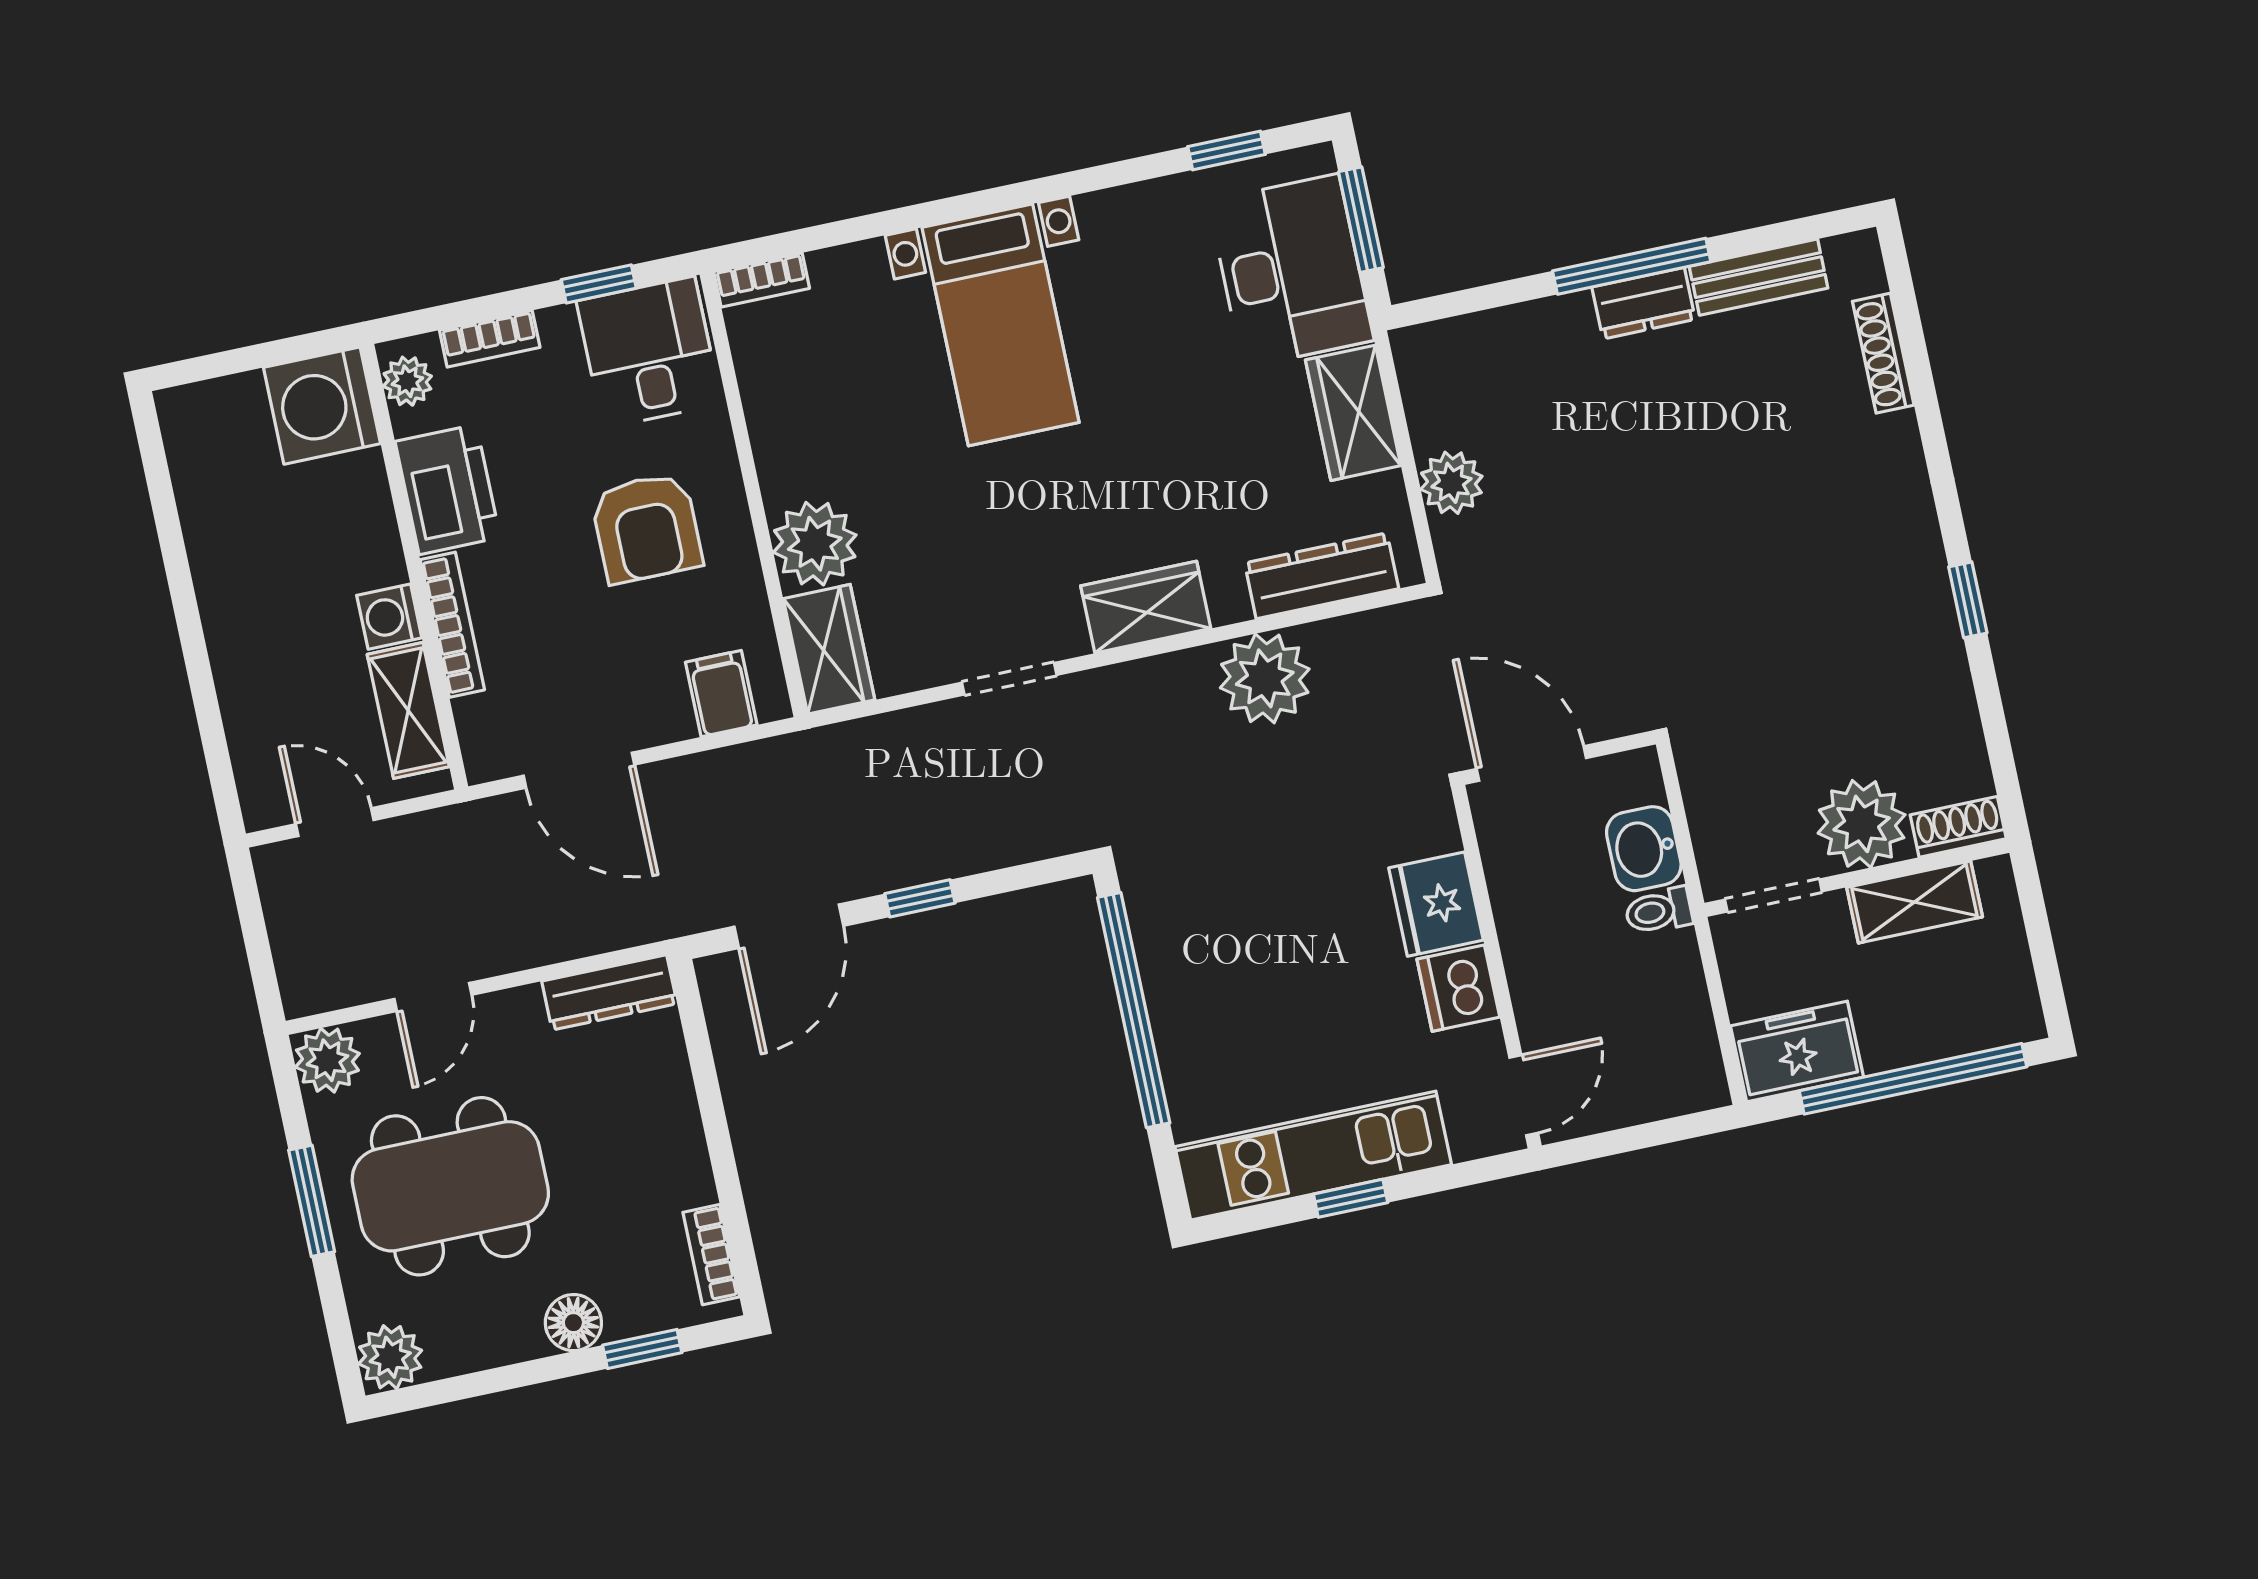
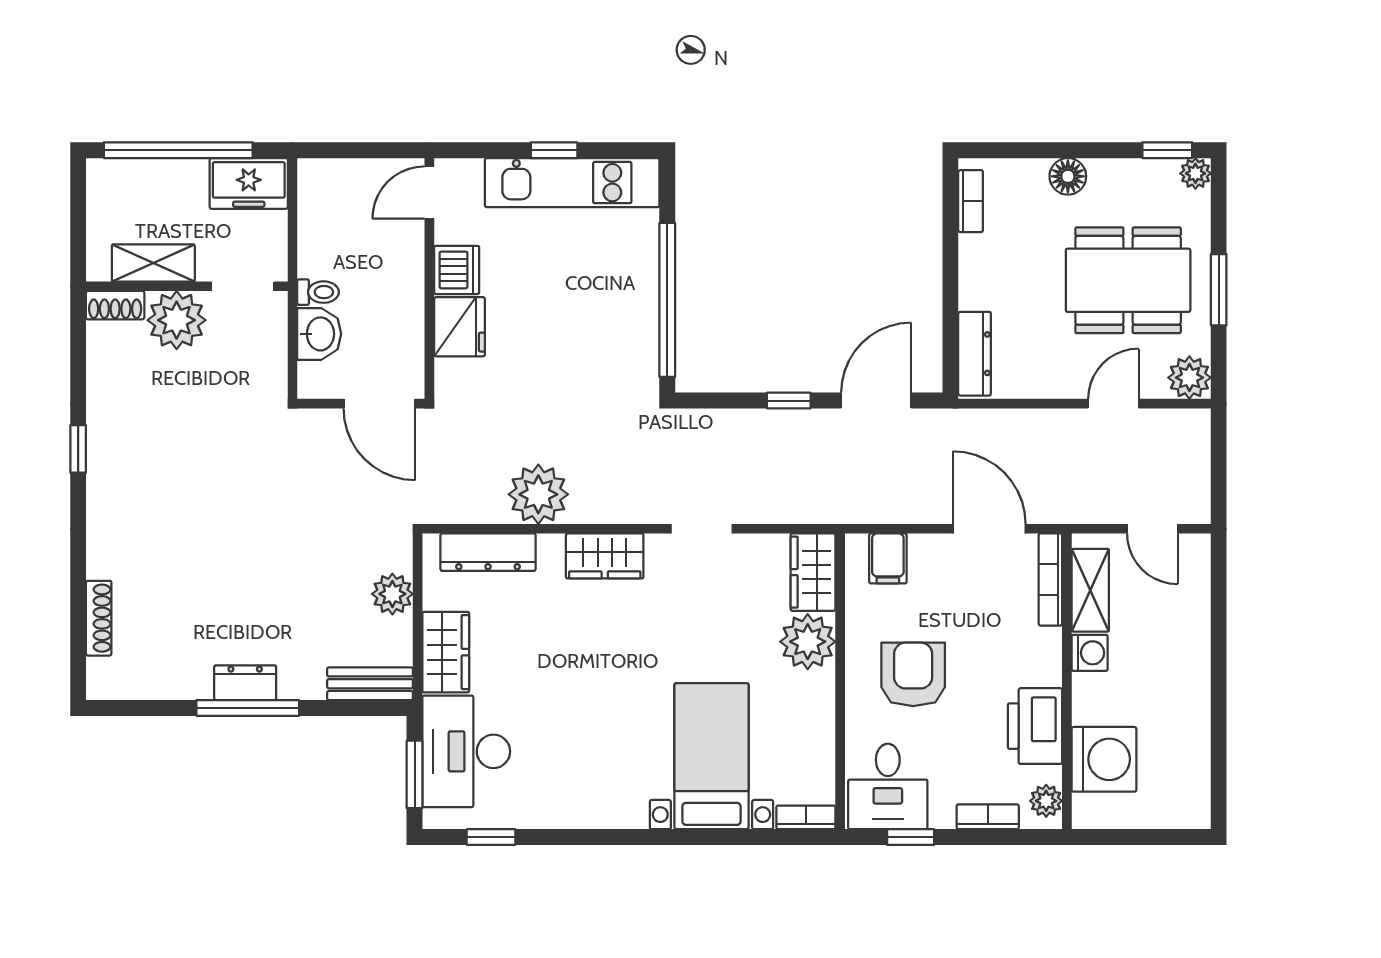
bench: (1758, 277) -> (370, 684), moved
bed with nightstands: (1001, 325) -> (712, 756), moved
washing machine: (322, 406) -> (1104, 759), moved
bookcase: (452, 625) -> (1050, 580), moved
dresser: (609, 992) -> (975, 354), moved, turned 90
window: (642, 1349) -> (1167, 150), moved
plant: (390, 1357) -> (1195, 173), width x0.73, depth x0.73

